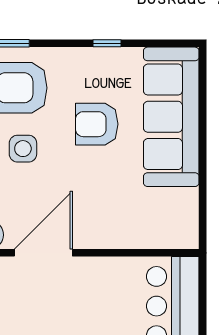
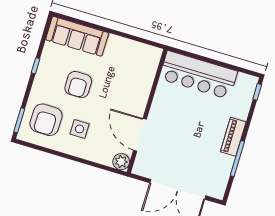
sofa: (171, 117) -> (77, 36), width x0.74, depth x0.79

